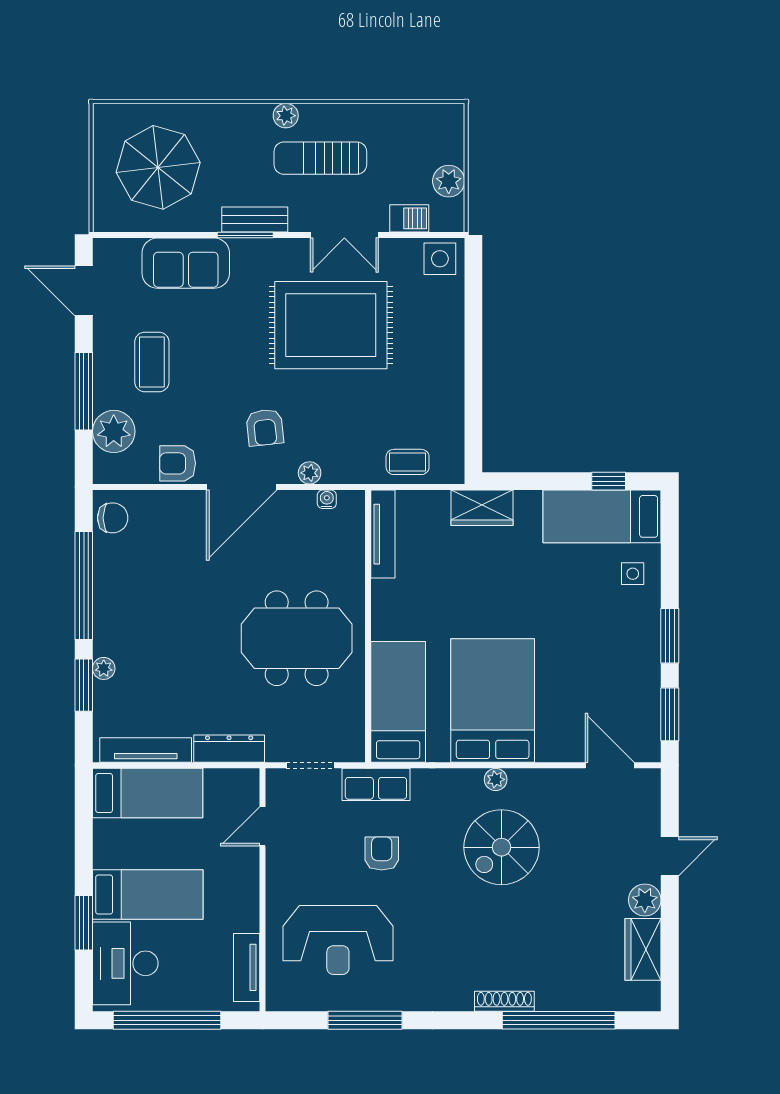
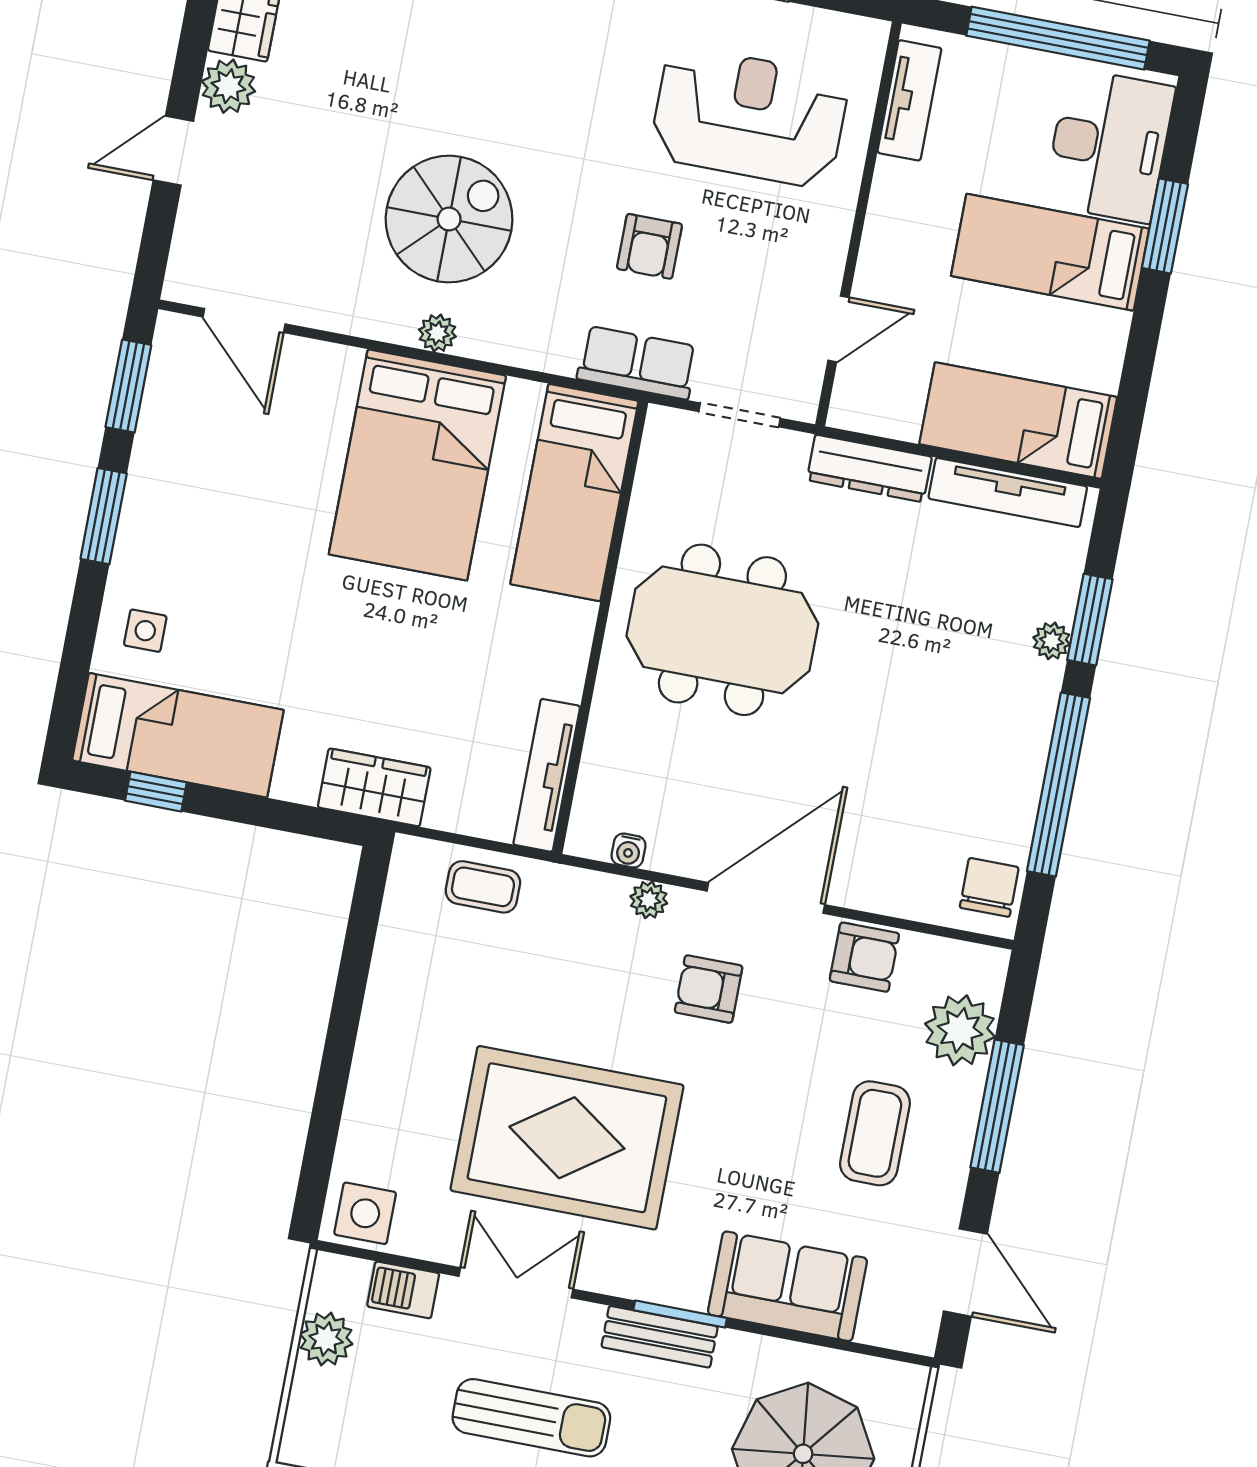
armchair: (265, 428) -> (709, 989), turned -84
chair: (113, 518) -> (989, 887), turned 90

